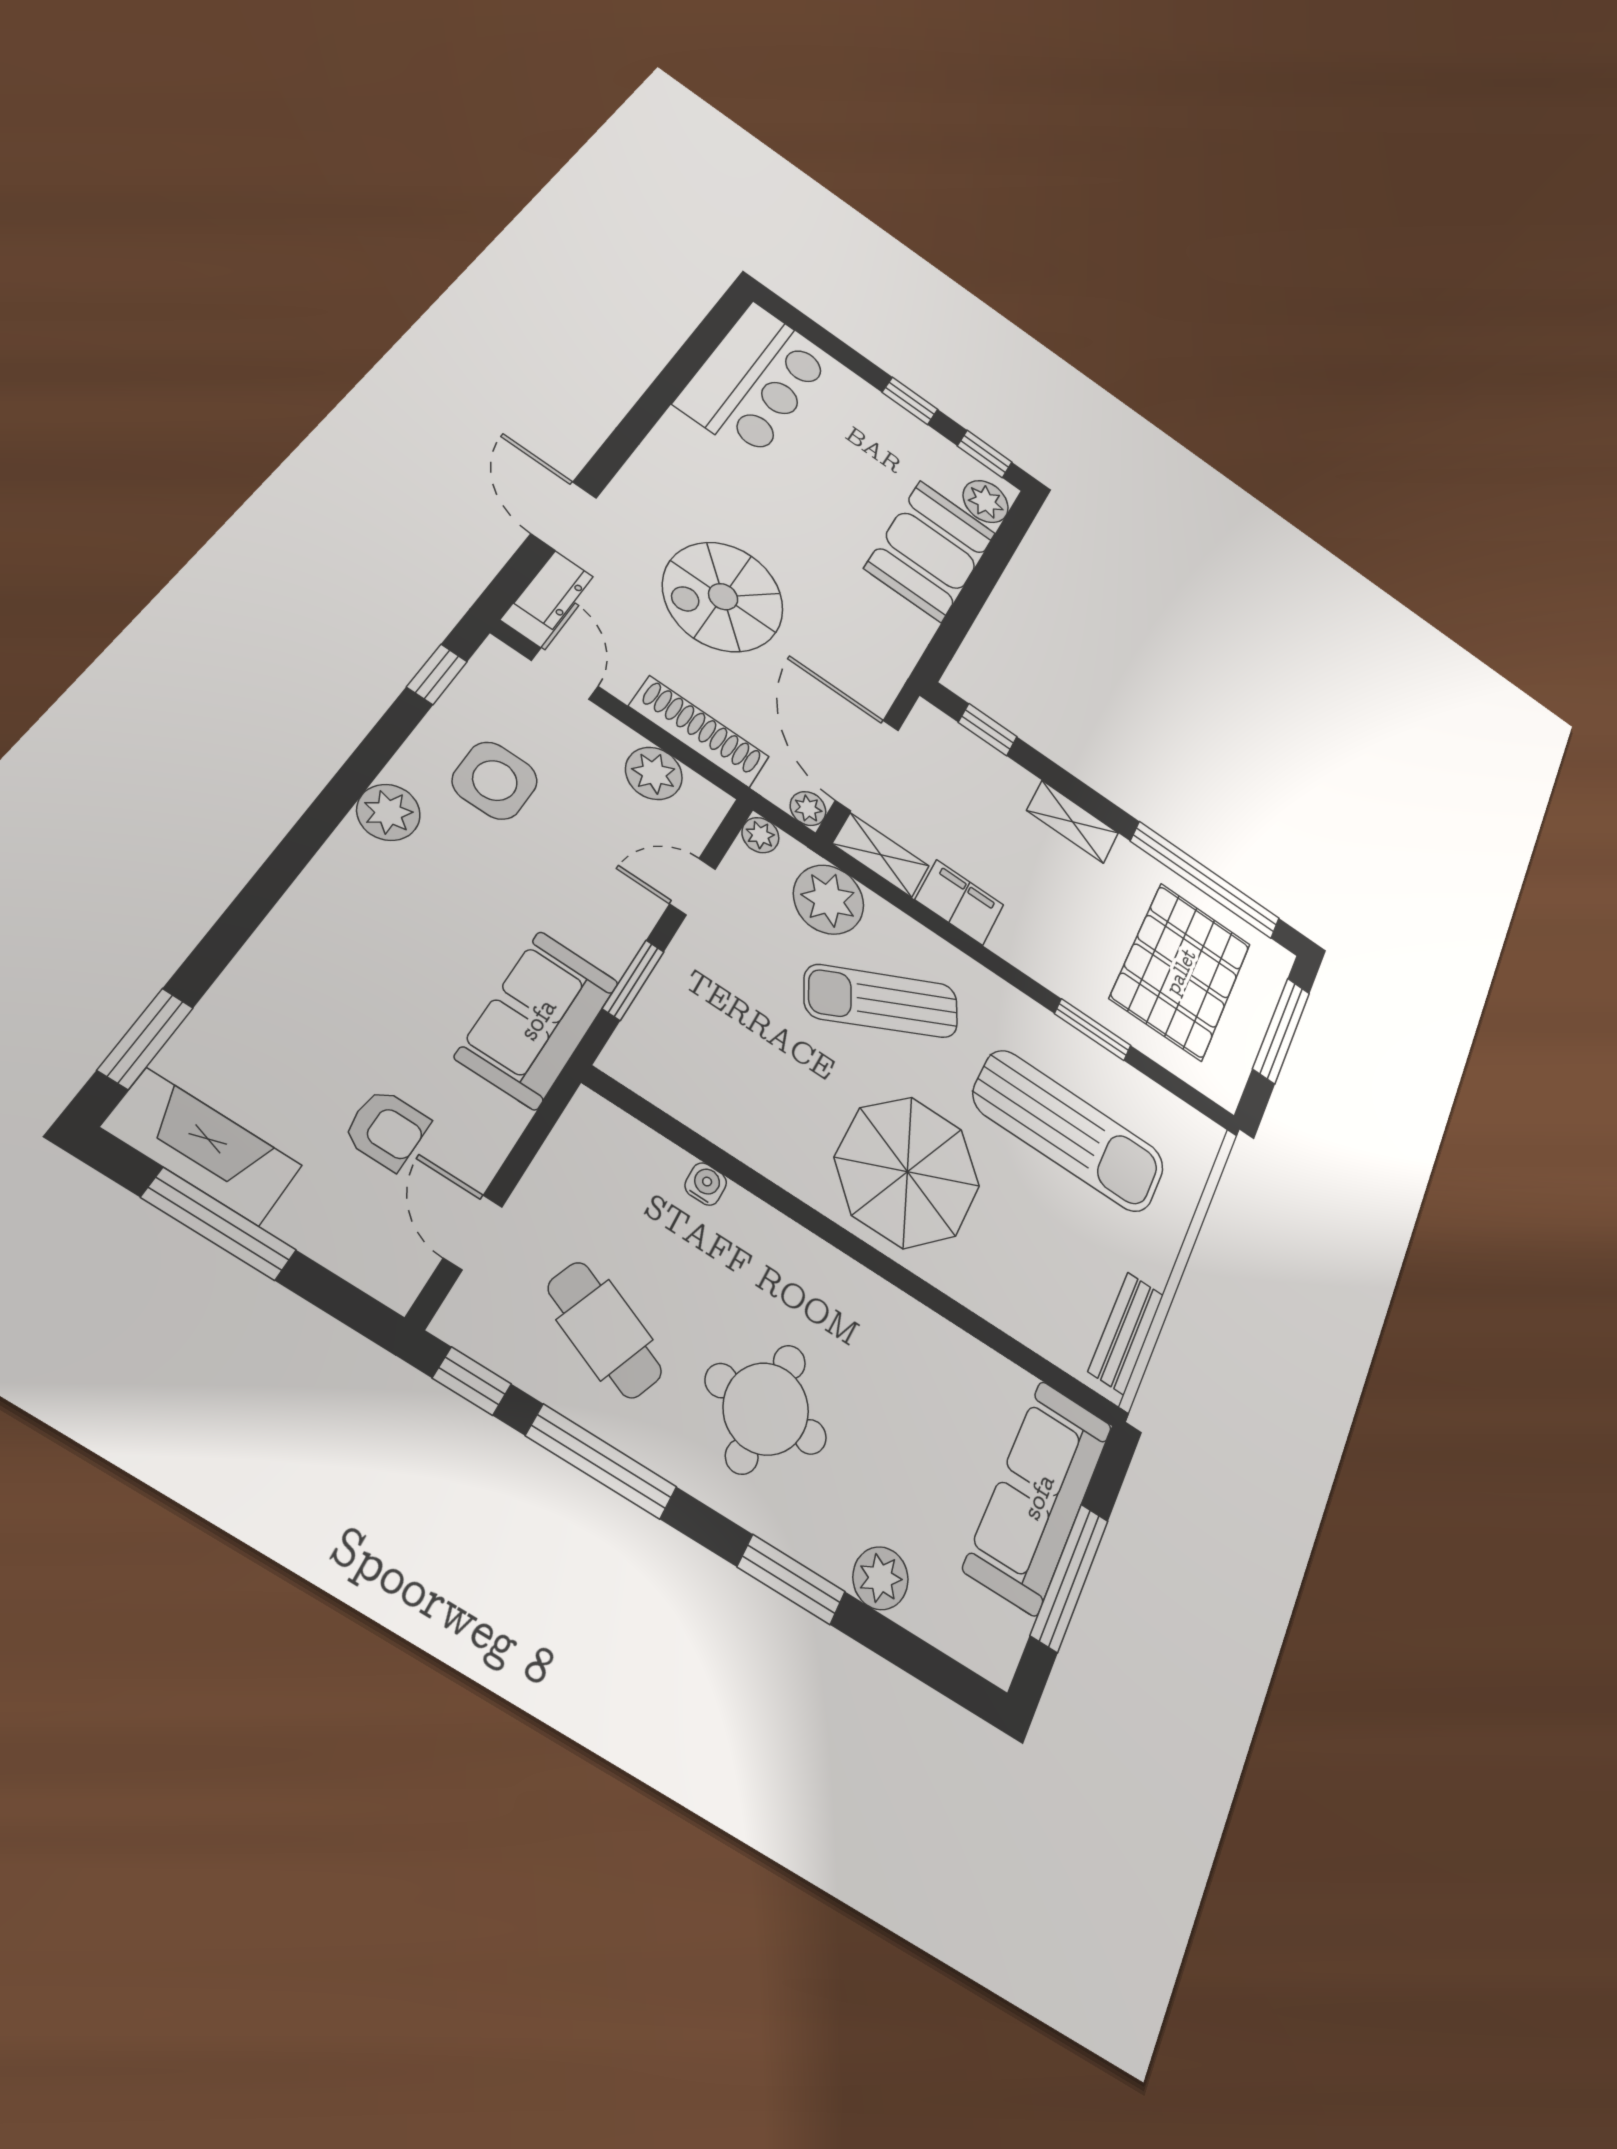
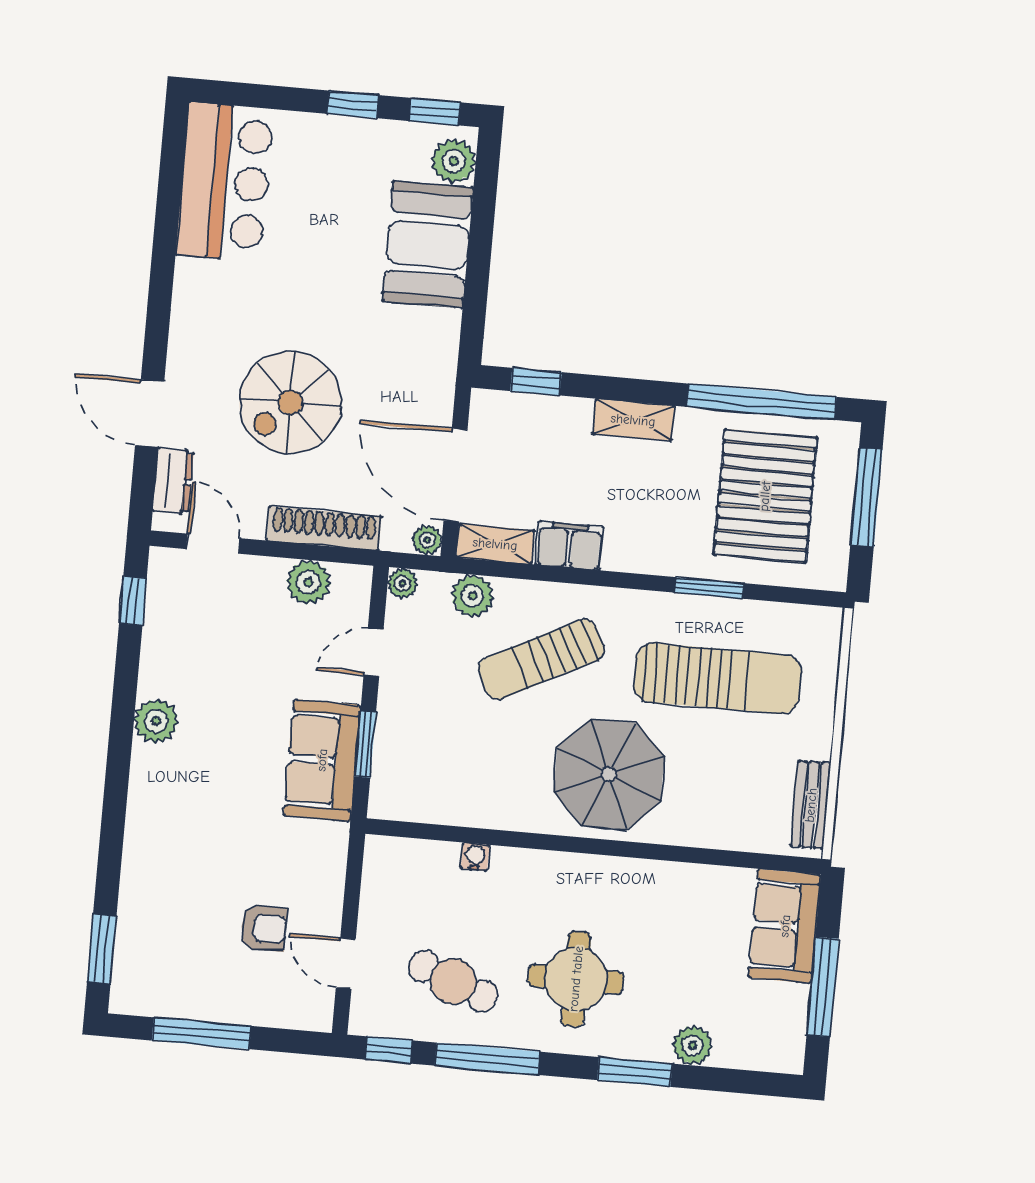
side table: (495, 781) -> (209, 656), removed
plant: (829, 899) -> (472, 596), width x0.73, depth x0.73
sofa: (538, 1019) -> (322, 760), moved
fireplace: (202, 1147) -> (168, 995), removed
sofa: (1039, 1496) -> (785, 926), width x0.73

